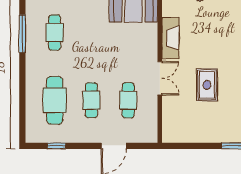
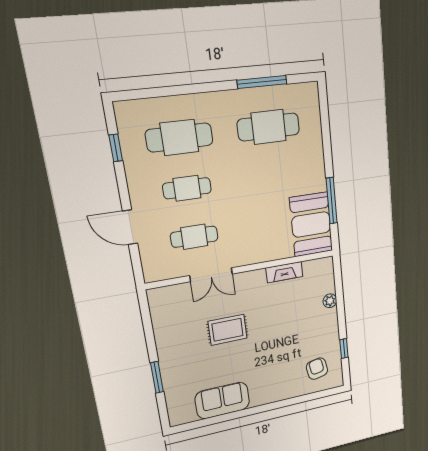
cafe table: (55, 33) -> (269, 127), width x1.37, depth x1.35
fireplace: (170, 38) -> (284, 272), width x0.73, depth x0.76
double door: (160, 78) -> (211, 275), moved

